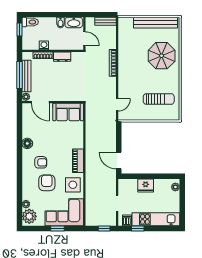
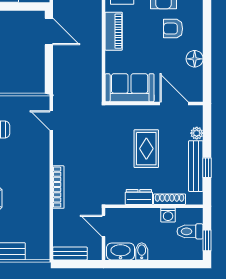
toilet: (30, 22) -> (190, 231), moved
window: (19, 75) -> (207, 168), width x0.46
rug: (58, 87) -> (146, 149), added
door: (40, 102) -> (174, 103), moved
wall: (53, 102) -> (154, 103), moved
door: (117, 105) -> (51, 120), hinge flipped
sofa: (68, 112) -> (130, 88), moved

